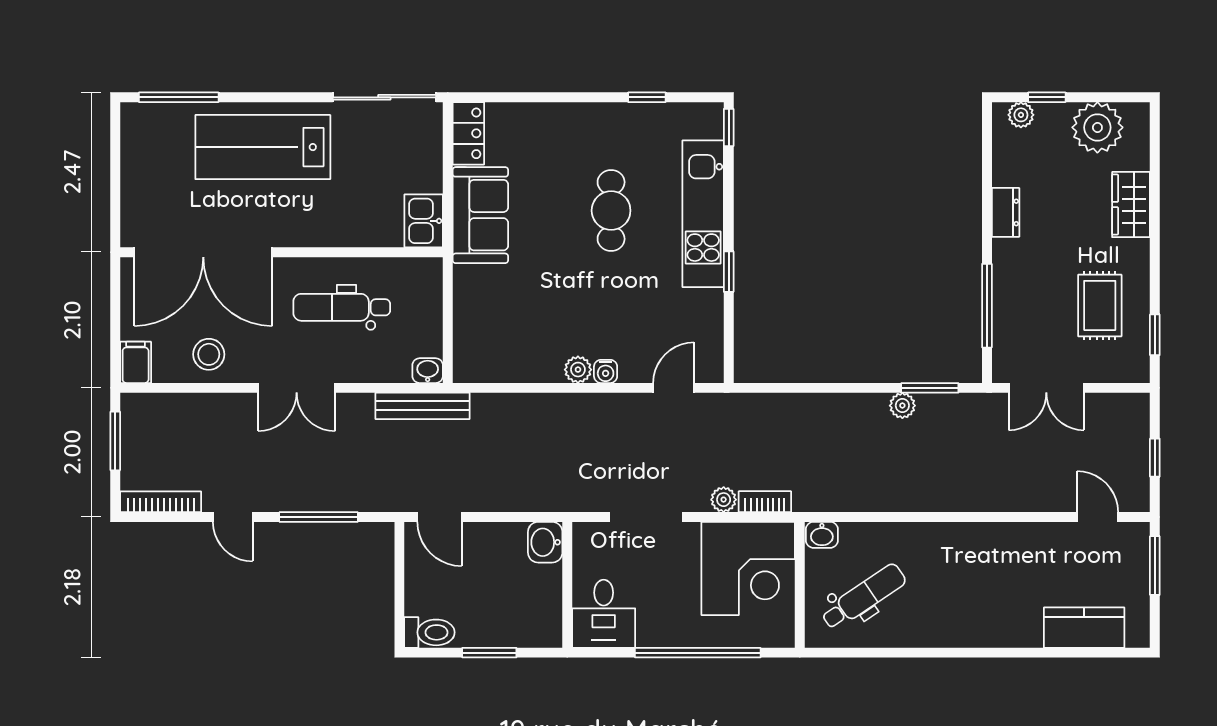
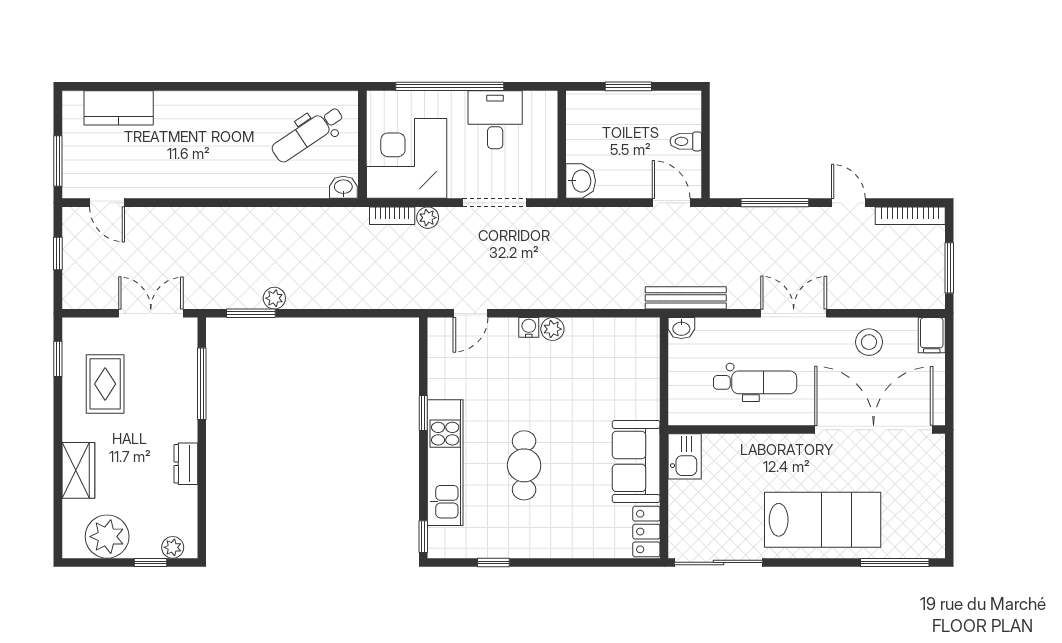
desk: (604, 614) -> (495, 120), moved
toilet: (429, 632) -> (686, 141), moved, width x0.73, depth x0.72

